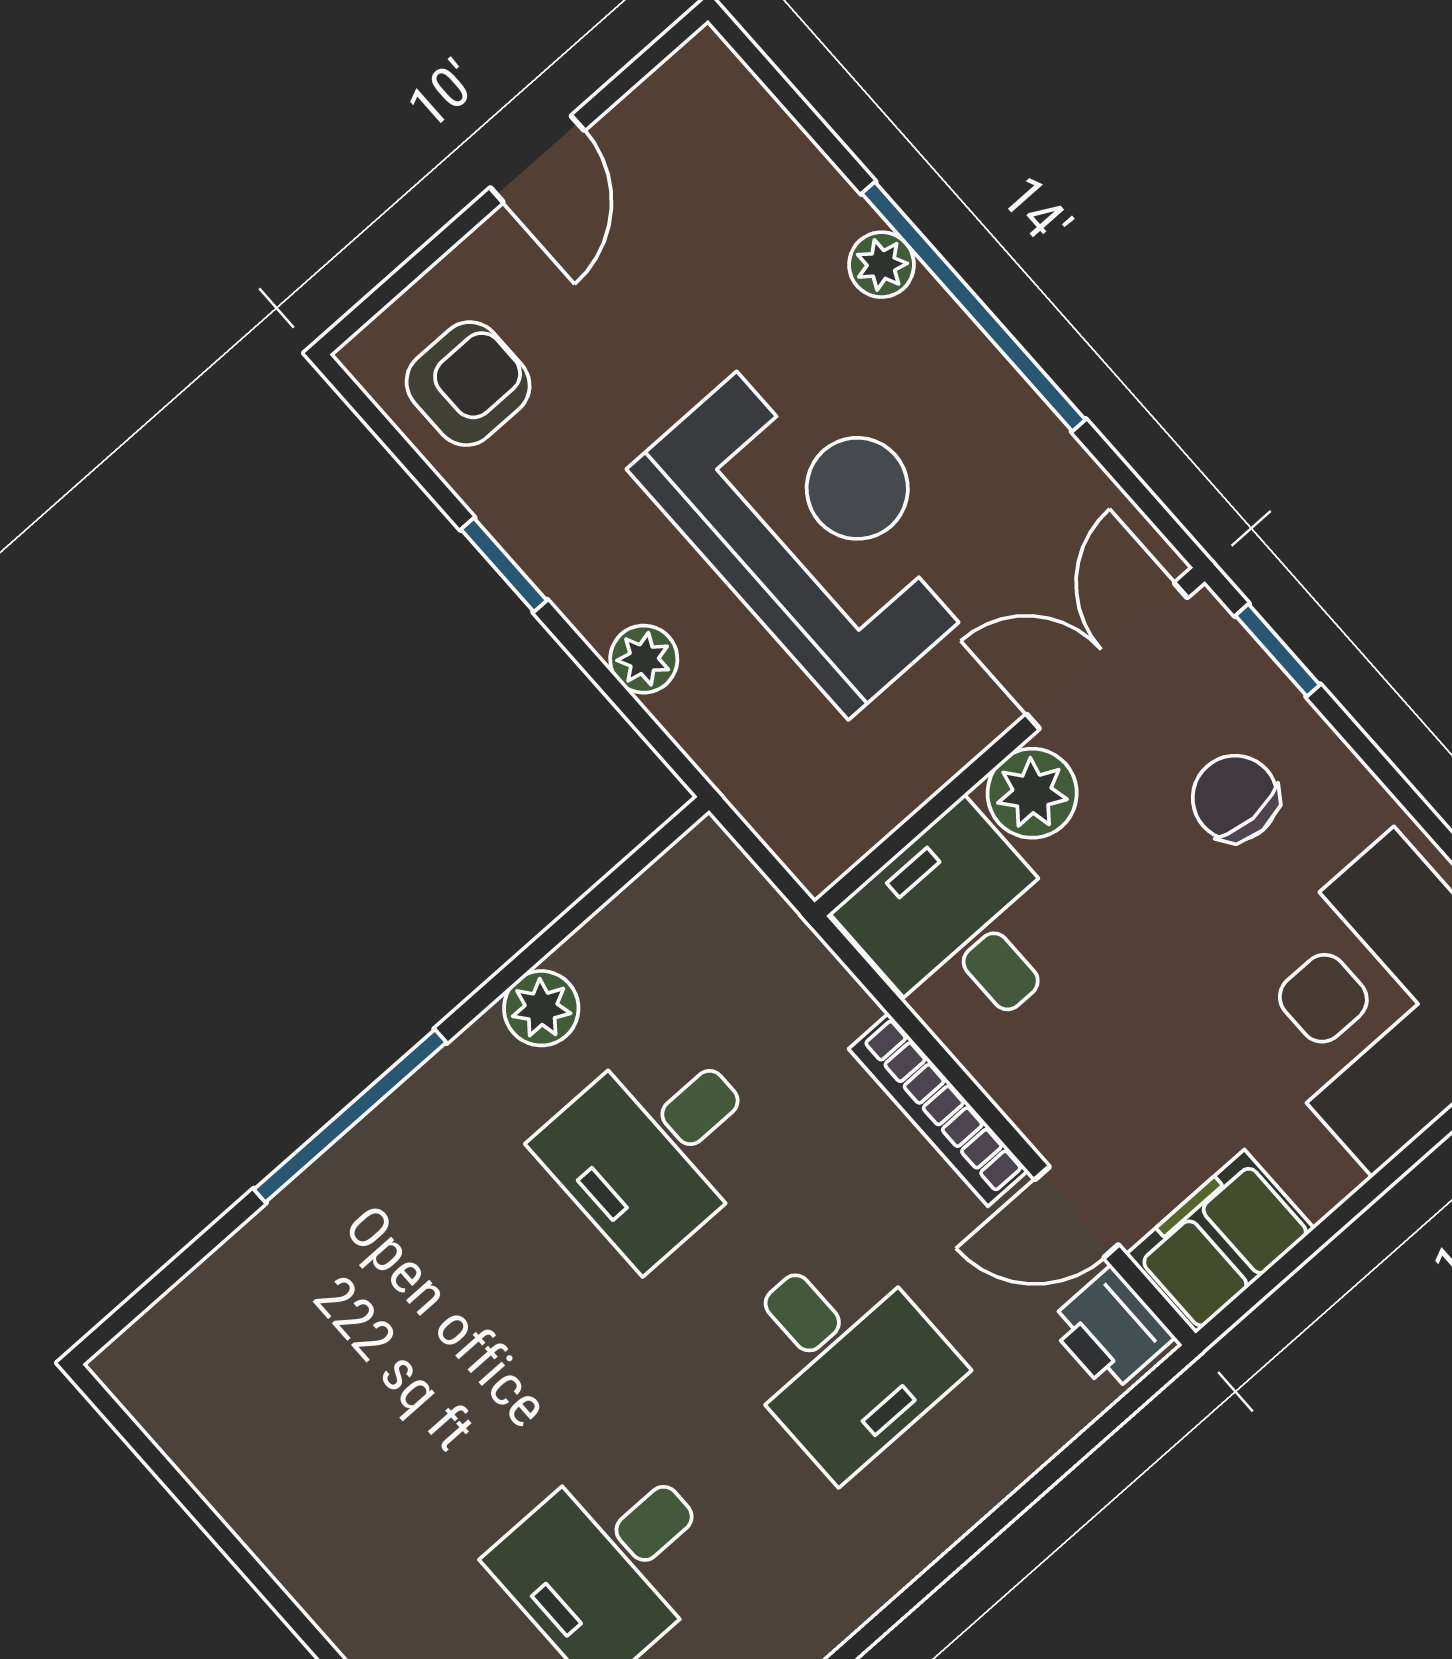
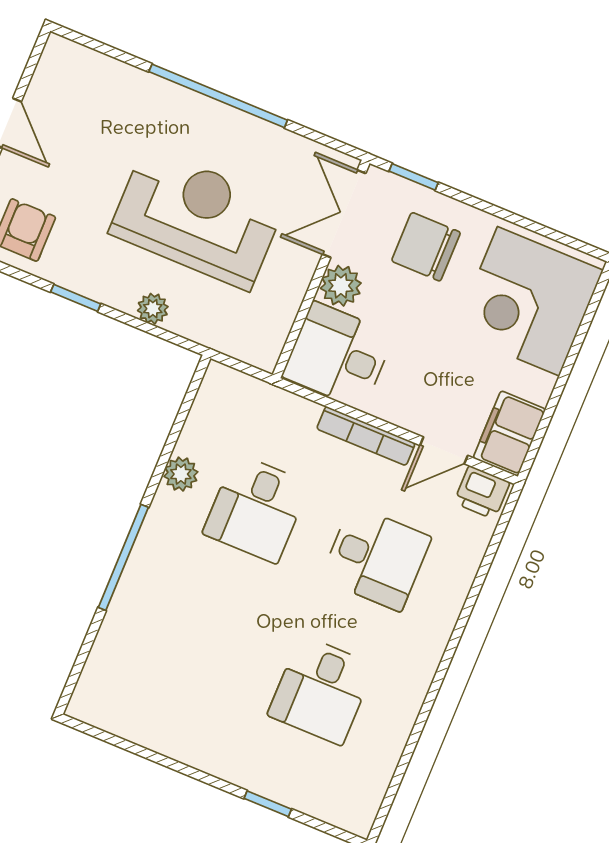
plant: (881, 265) -> (172, 97), removed
chair: (1235, 798) -> (426, 247), width x1.37, depth x1.37

